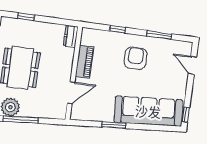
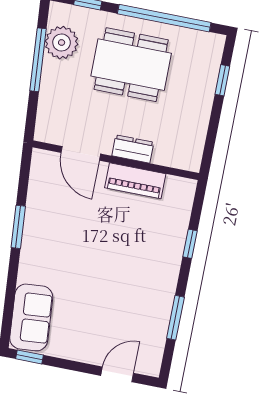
dresser: (71, 36) -> (133, 149), moved
armchair: (136, 58) -> (136, 273), removed
sofa: (148, 111) -> (31, 317), width x0.54, depth x0.79

